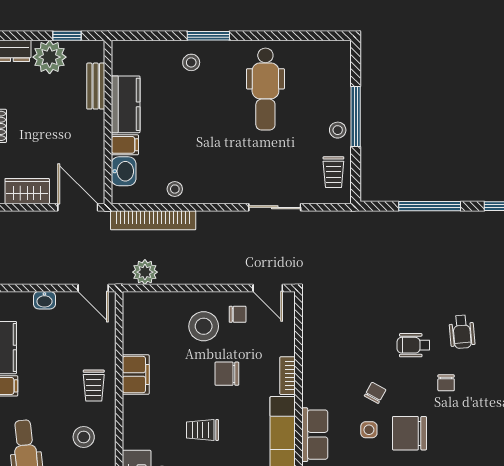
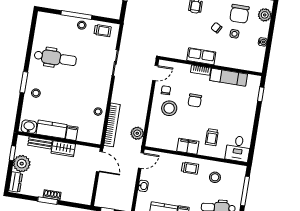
washbasin: (124, 171) -> (29, 127), moved
wardrobe: (27, 191) -> (63, 149), moved, turned -90
door: (78, 207) -> (99, 162), swing flipped
trolley: (202, 430) -> (212, 137), moved
row of seats: (315, 435) -> (201, 56), moved

